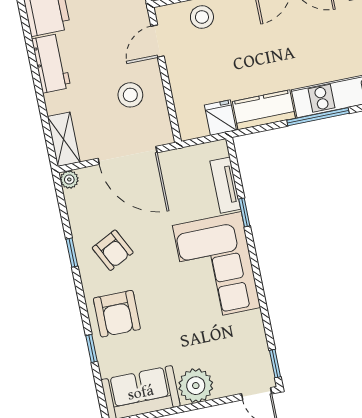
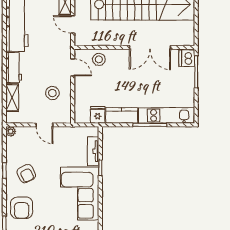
door: (158, 41) -> (73, 67), swing flipped
shelving: (64, 139) -> (12, 98), moved
door: (128, 155) -> (44, 125), width x0.53

